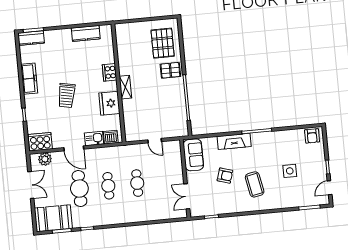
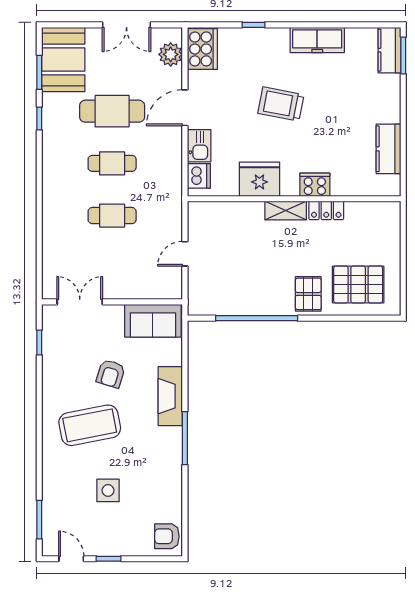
locker: (123, 65) -> (326, 210), added
coffee table: (255, 184) -> (90, 425), width x1.36, depth x1.32

